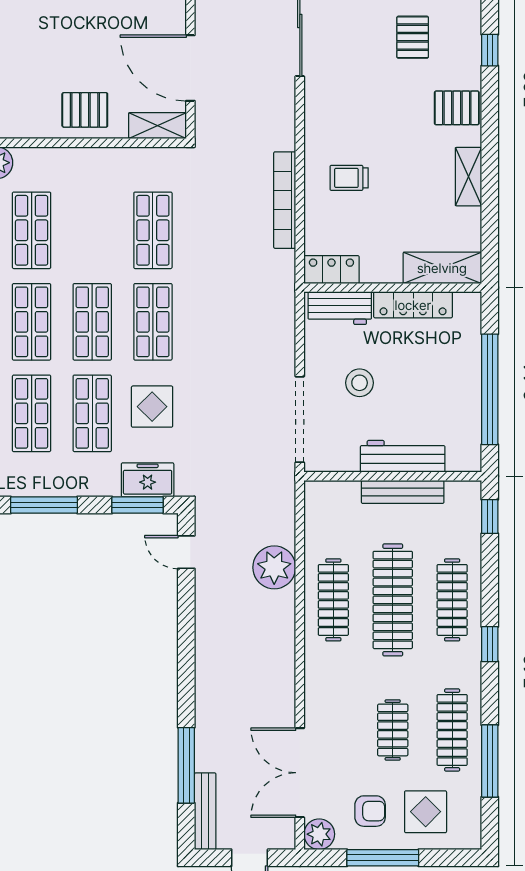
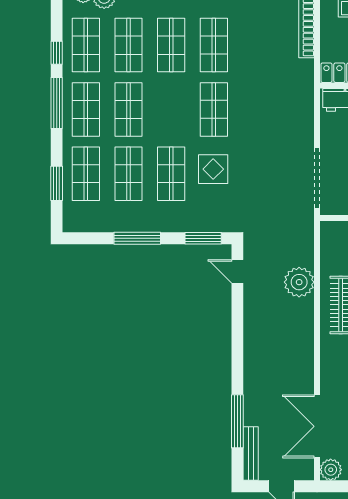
shop shelf: (92, 322) -> (171, 45), moved
freezer: (148, 480) -> (210, 221), removed

